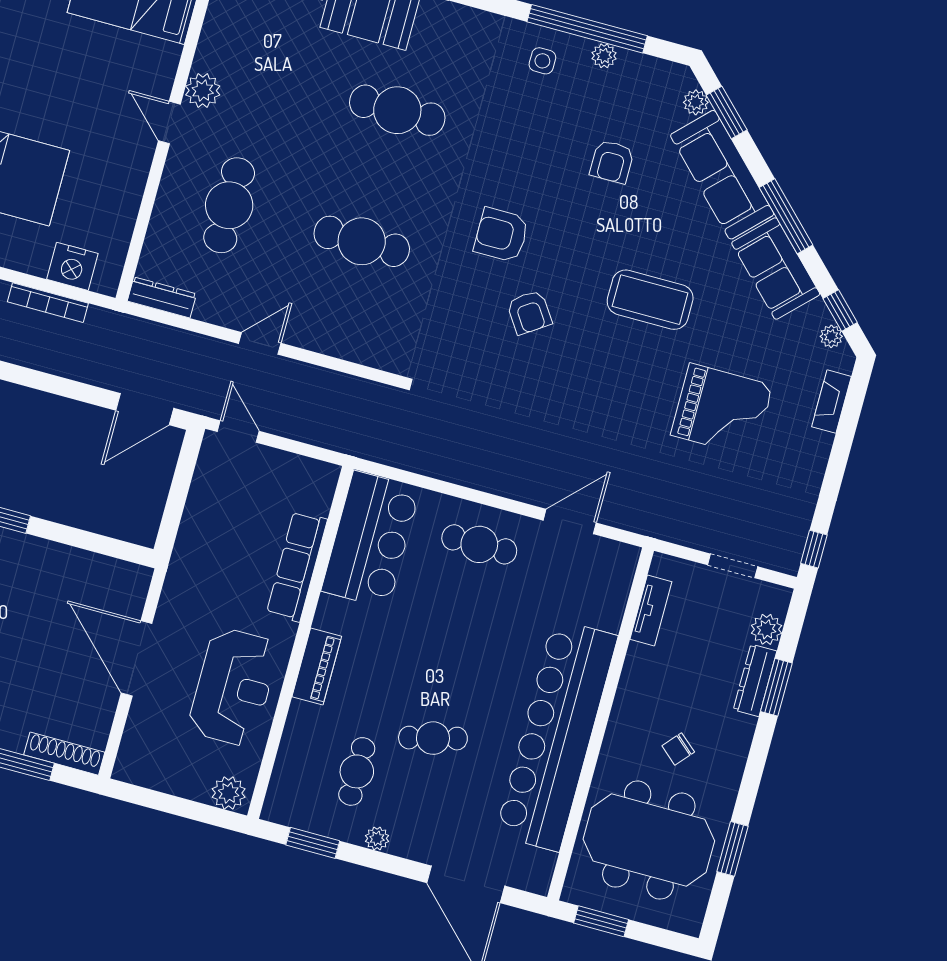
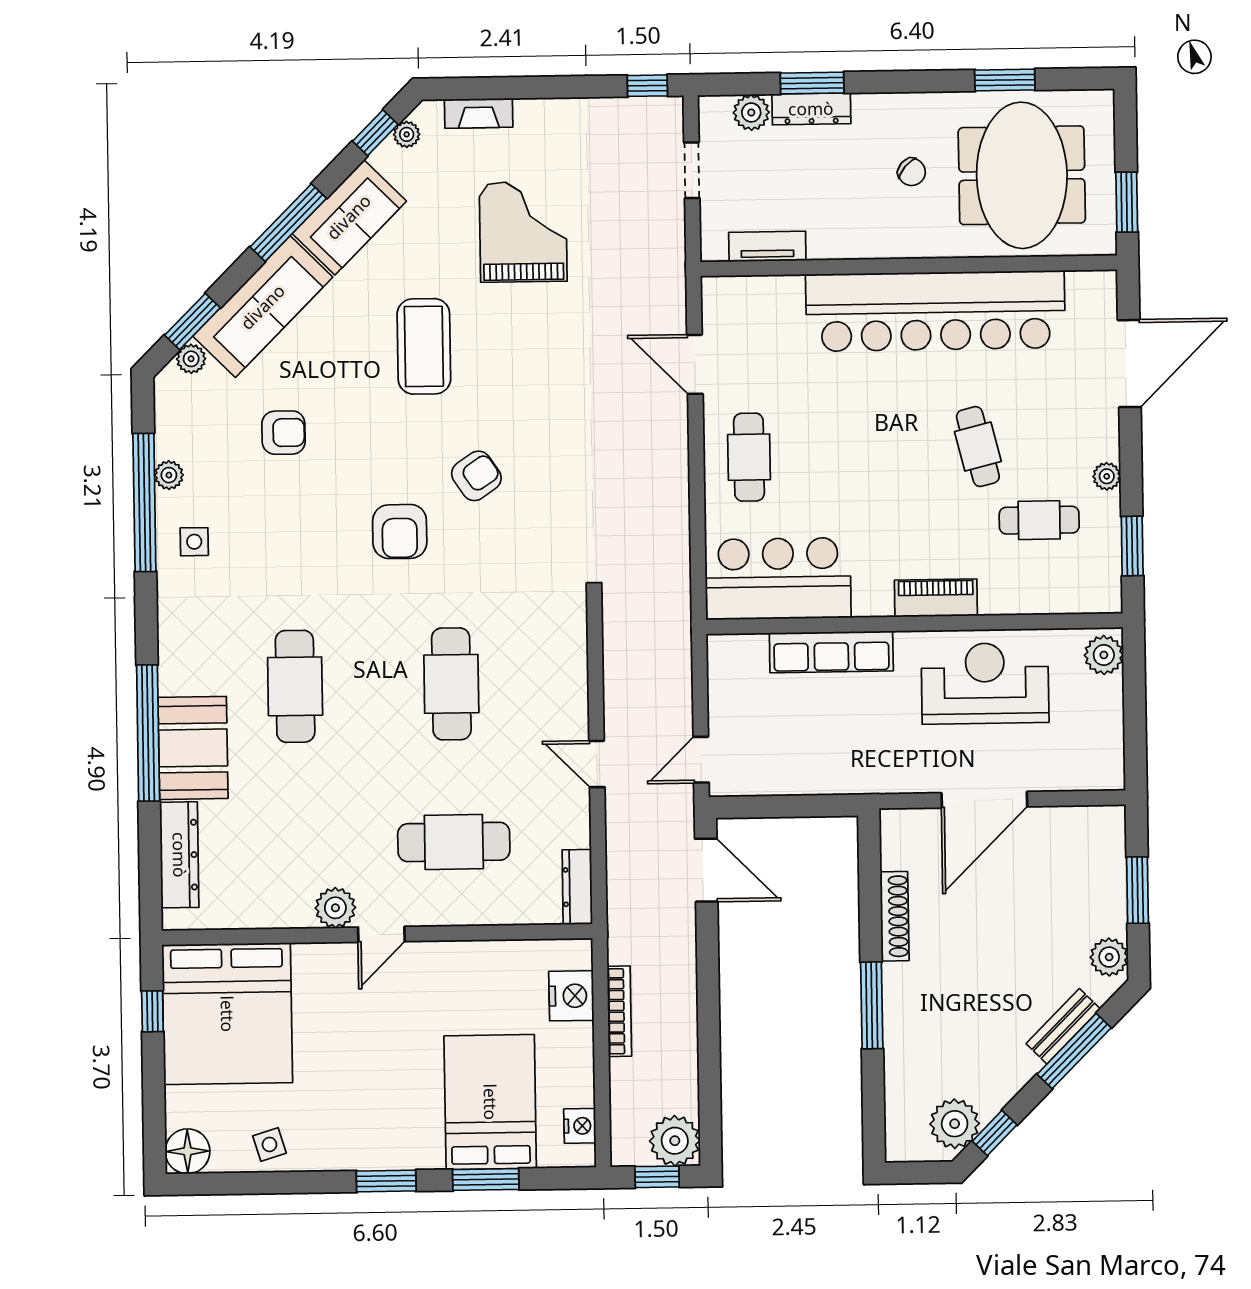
shoe rack: (64, 754) -> (895, 916), moved, turned 180

